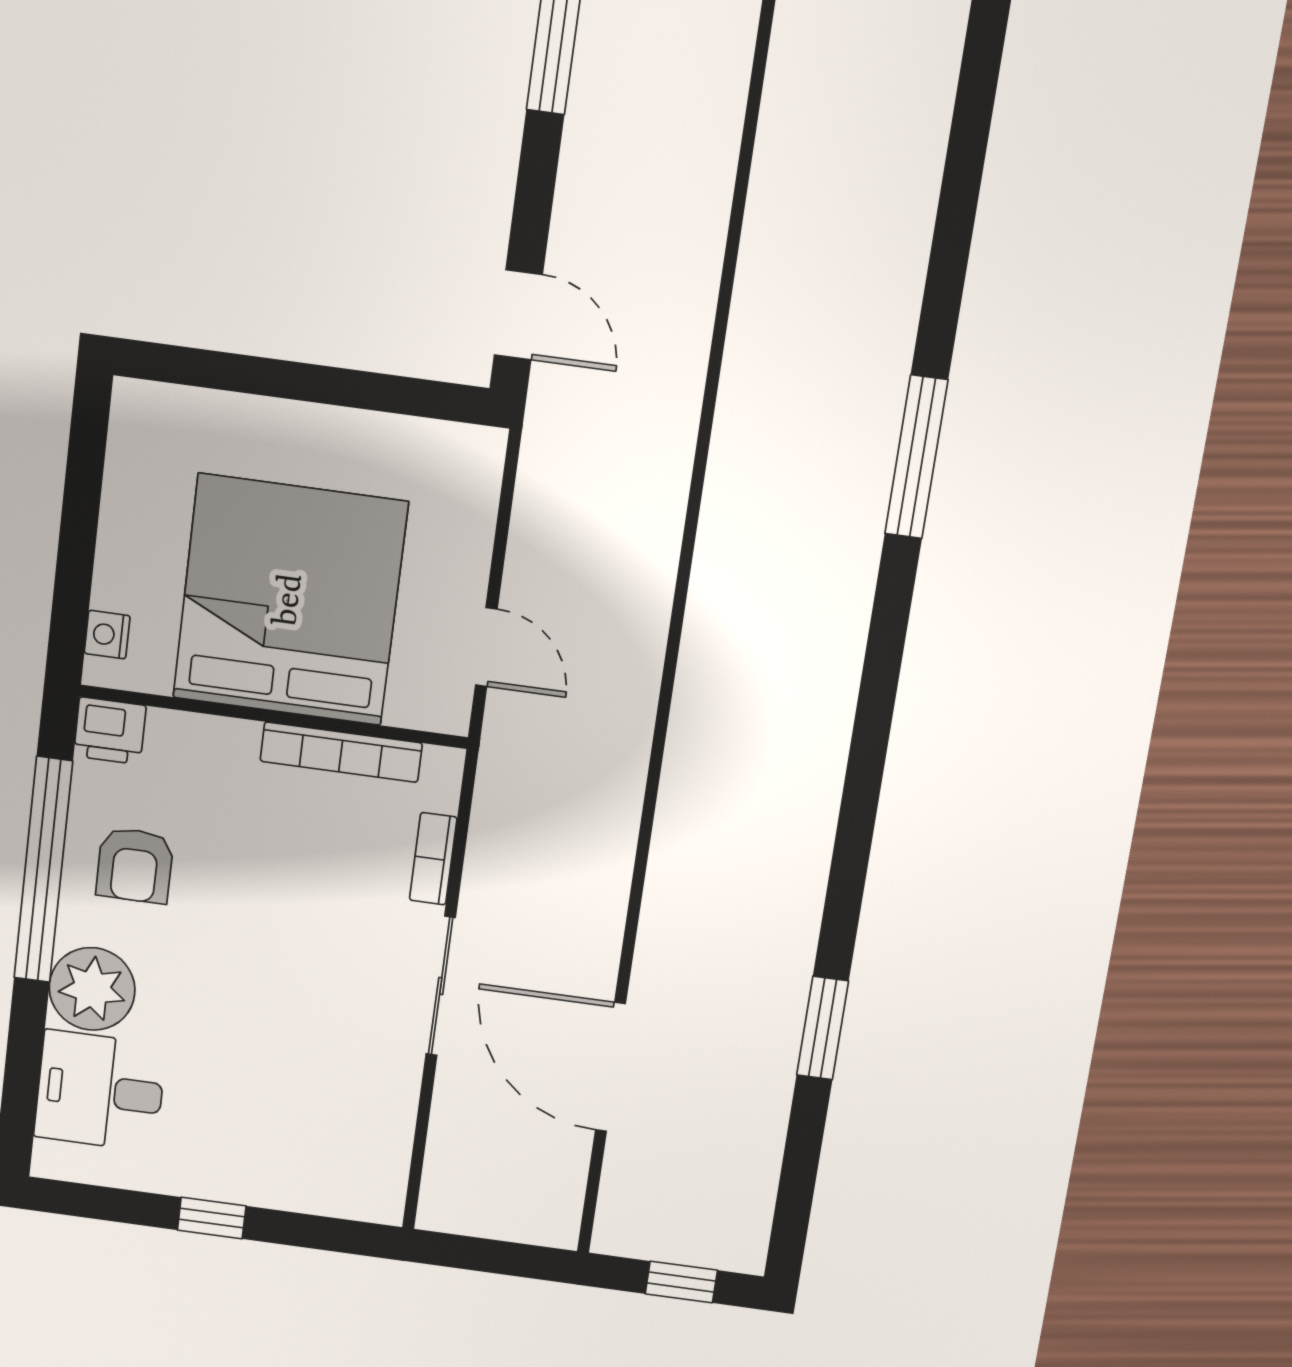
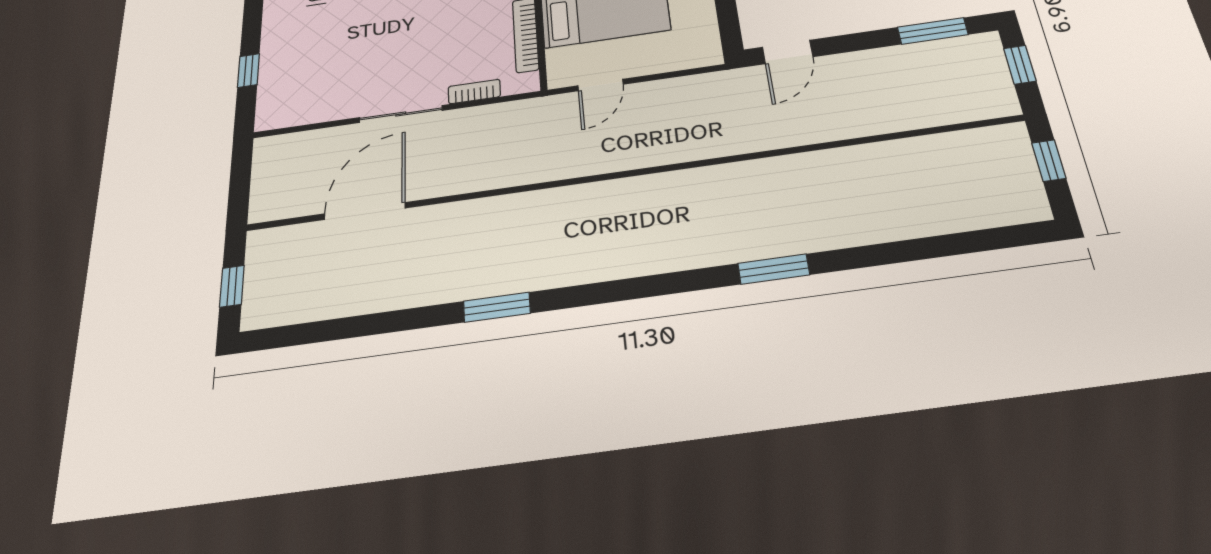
window: (916, 457) -> (774, 269), width x0.69
window: (823, 1028) -> (497, 307), moved
window: (212, 1218) -> (248, 71), moved

